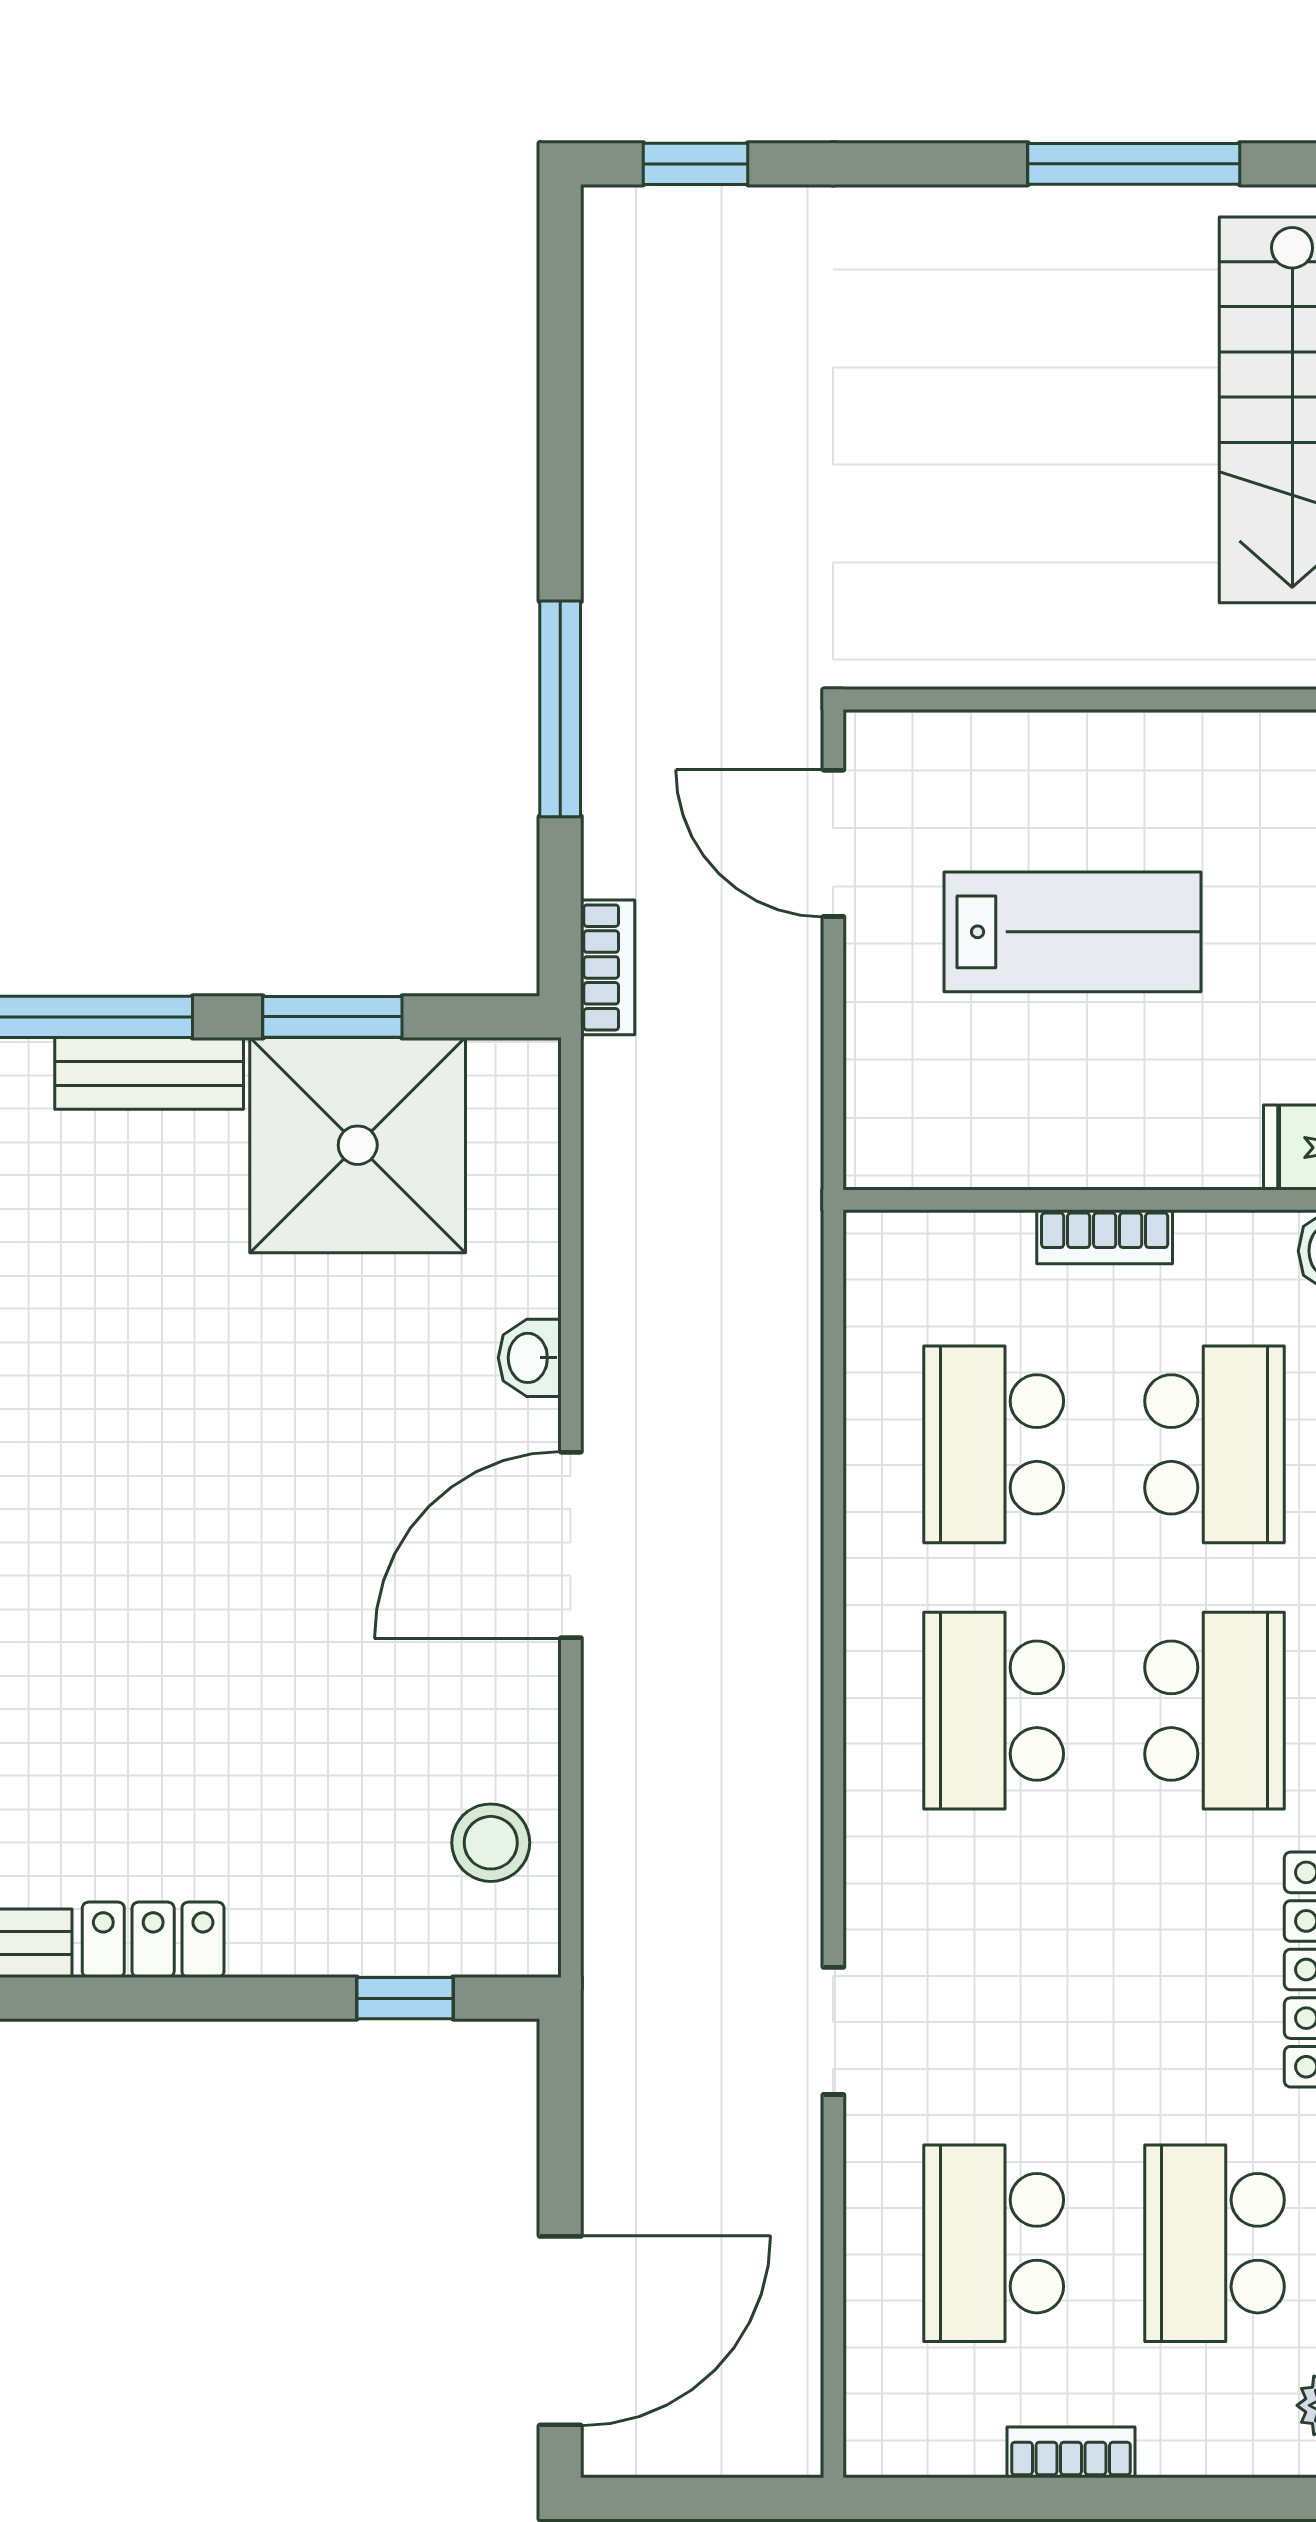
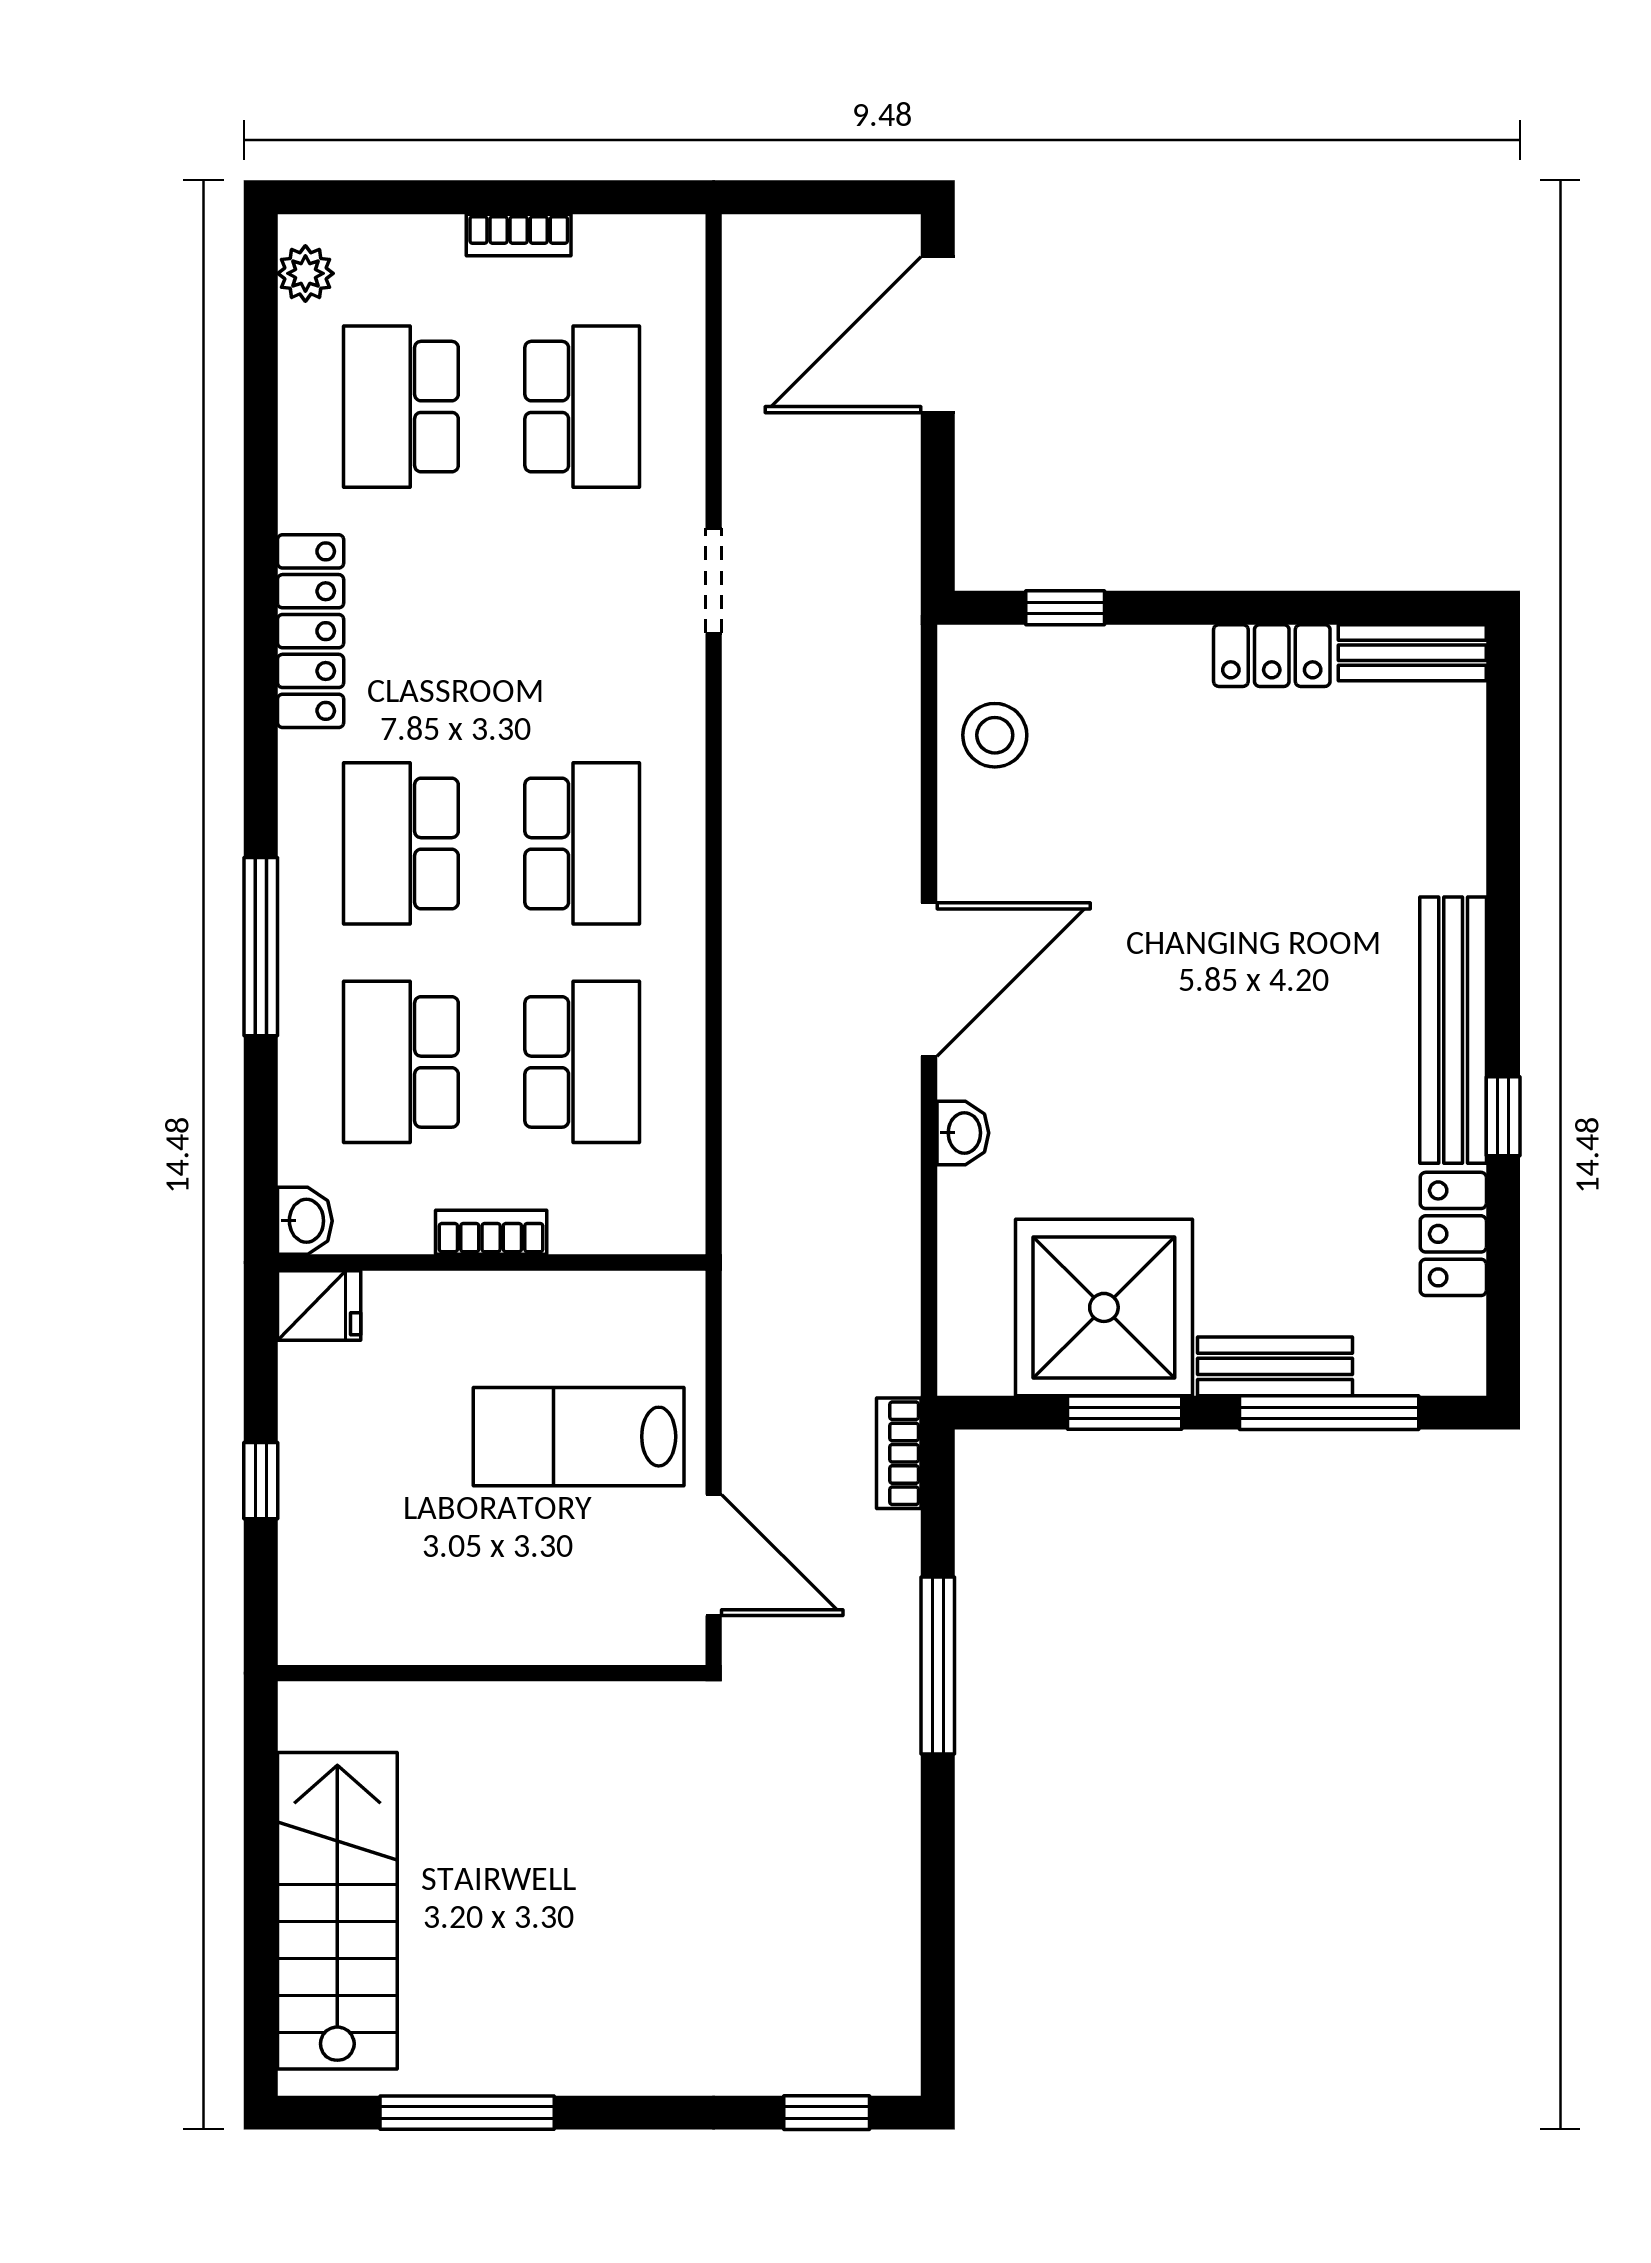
lab bench: (1072, 932) -> (579, 1437), moved
school desk: (1214, 2243) -> (401, 407), turned 180

